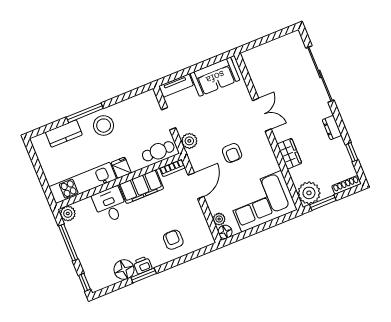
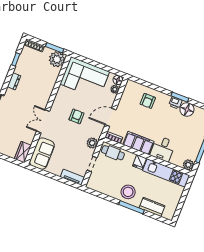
sofa: (215, 77) -> (42, 154), moved, turned 90
wardrobe: (289, 154) -> (23, 152), moved

